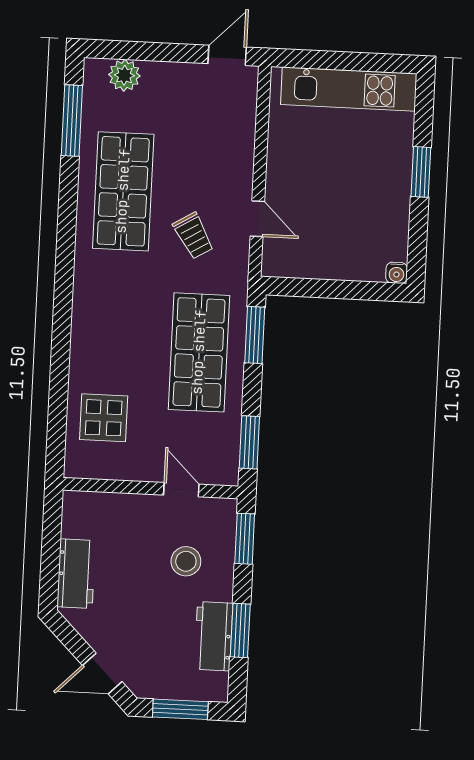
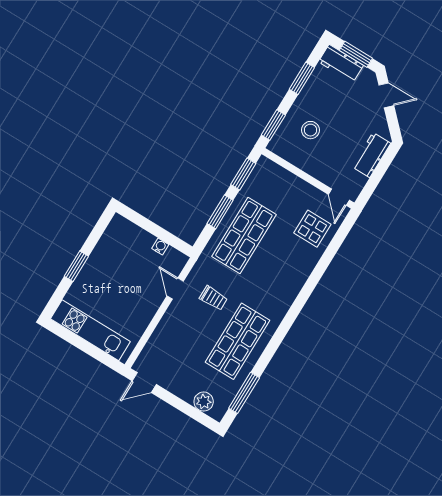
trolley: (193, 236) -> (213, 298), turned 121
water cooler: (397, 273) -> (160, 246), moved
window: (255, 335) -> (220, 212), moved
door: (181, 490) -> (339, 197), moved
workbench: (214, 636) -> (341, 64), moved, turned 90

